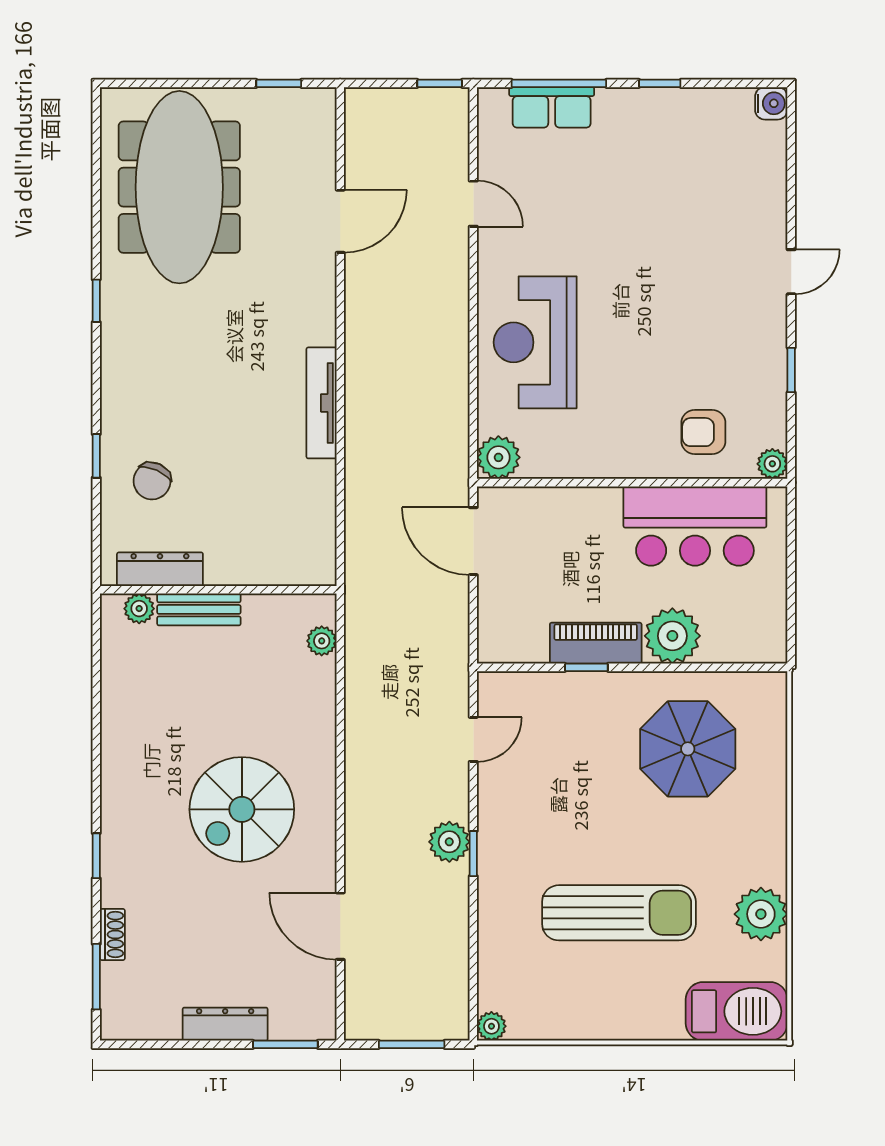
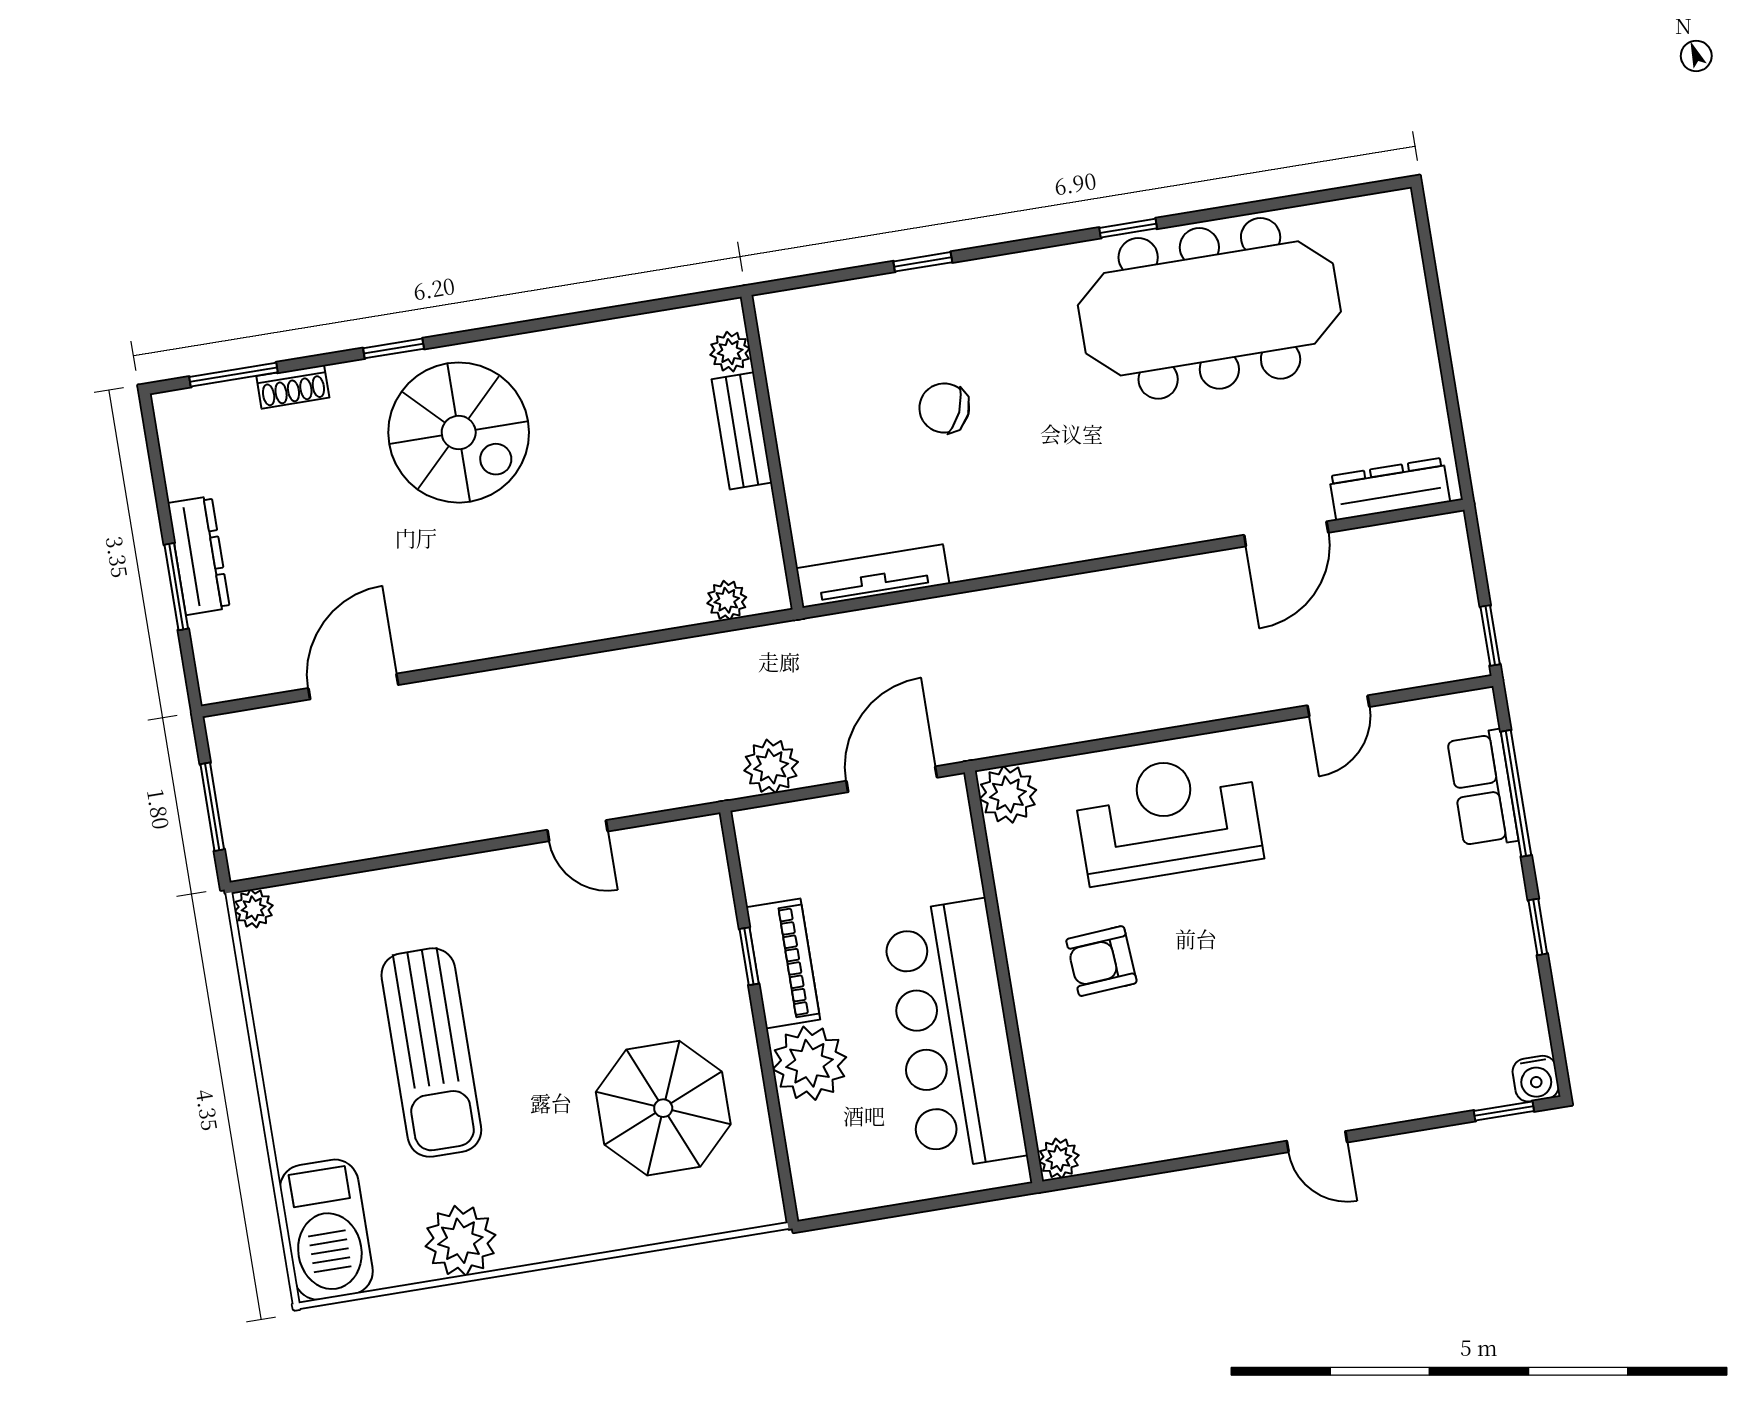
window: (279, 83) -> (1455, 423), removed
meeting table: (179, 187) -> (1209, 308), moved
door: (340, 221) -> (1286, 534), hinge flipped
window: (791, 370) -> (1504, 1111), moved
tv unit: (321, 403) -> (873, 576), moved
armchair: (703, 432) -> (1101, 961), moved, turned -94
chair: (152, 481) -> (944, 408), moved
bar counter: (695, 526) -> (954, 1035), width x1.36
dresser: (160, 569) -> (1389, 489), moved, turned -90
door: (473, 739) -> (578, 831), moved
spiral stairs: (242, 809) -> (459, 433), moved, turned 180
plant: (449, 842) -> (771, 766), moved
window: (473, 854) -> (478, 847), removed
window: (285, 1044) -> (176, 587), moved

